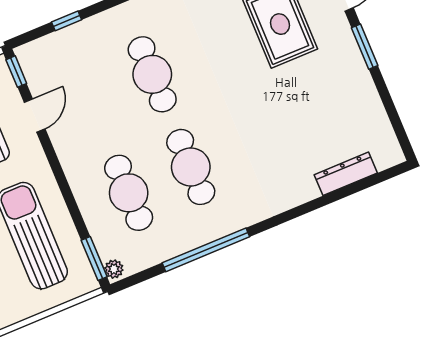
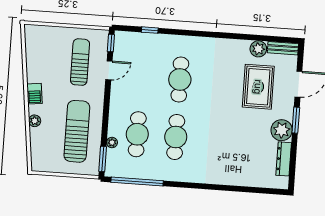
plant: (350, 73) -> (282, 130), added
dresser: (346, 174) -> (284, 159), moved, turned -90
window: (206, 250) -> (137, 182), moved
plant: (114, 269) -> (112, 143), moved

